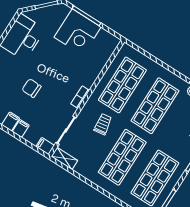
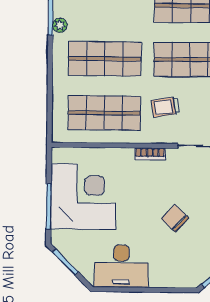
corner desk: (78, 32) -> (83, 197), width x1.36, depth x1.36
chair: (31, 88) -> (175, 218), turned 131

